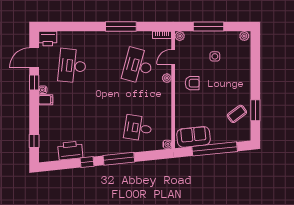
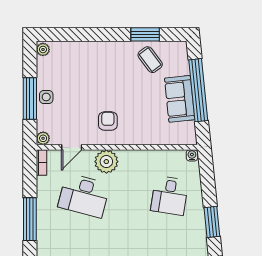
side table: (215, 56) -> (46, 97), moved
door: (173, 57) -> (72, 147), hinge flipped
plant: (167, 78) -> (106, 162), width x1.88, depth x1.88
sofa: (194, 137) -> (180, 99), moved
window: (119, 159) -> (212, 222), width x0.69

